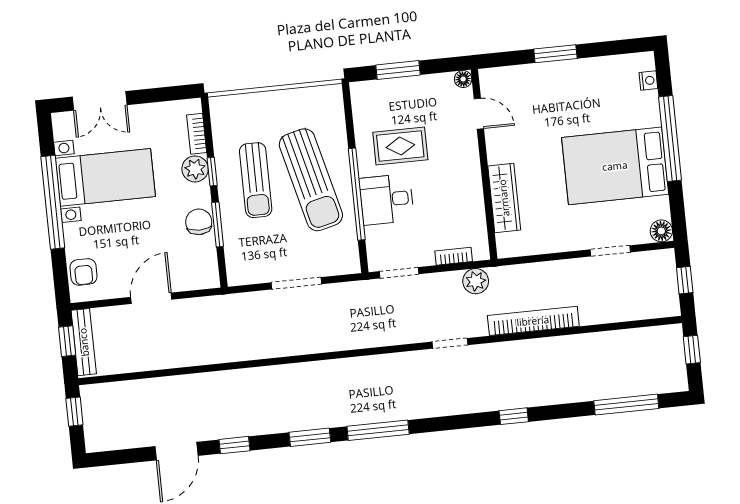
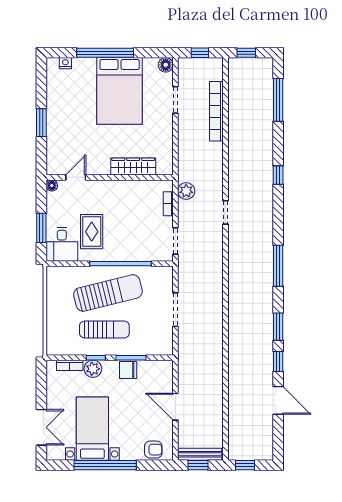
desk: (387, 199) -> (62, 244), moved
bookcase: (533, 321) -> (216, 111), moved
window: (310, 437) -> (278, 327), moved

